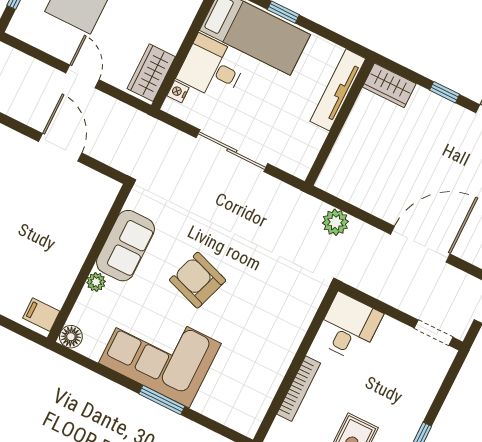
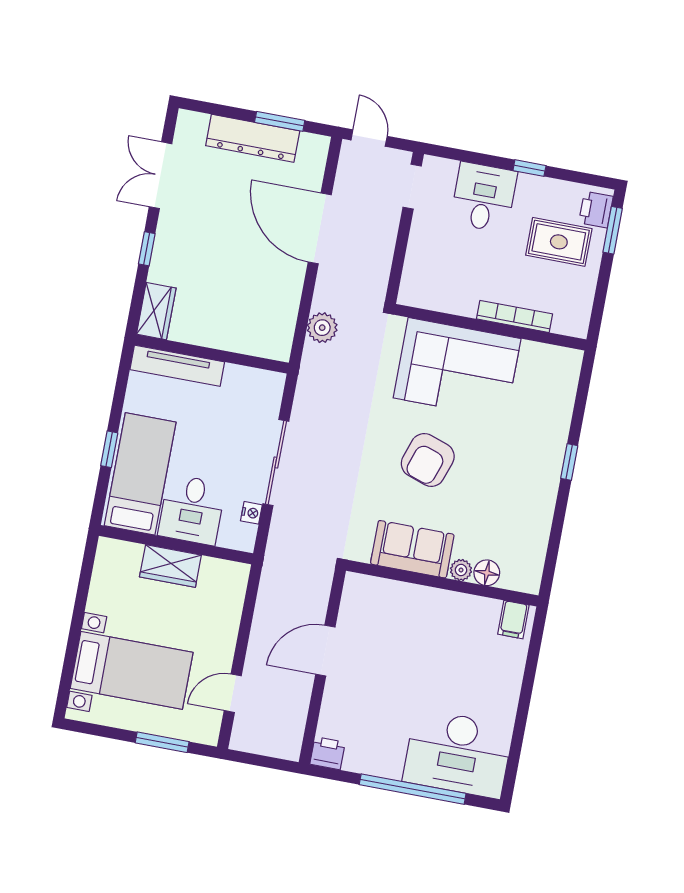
wardrobe: (151, 73) -> (170, 566), moved
door: (82, 76) -> (233, 693), moved
nightstand: (178, 92) -> (251, 513), moved, turned -90
desk: (349, 327) -> (484, 197), moved, turned 90
floor lamp: (71, 337) -> (487, 573), moved
corner sofa: (160, 353) -> (457, 368), moved, turned -90
window: (162, 400) -> (569, 462), width x0.67

